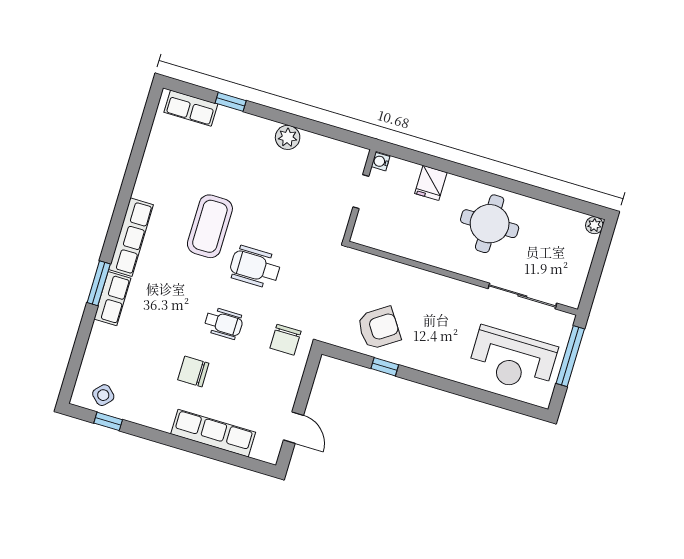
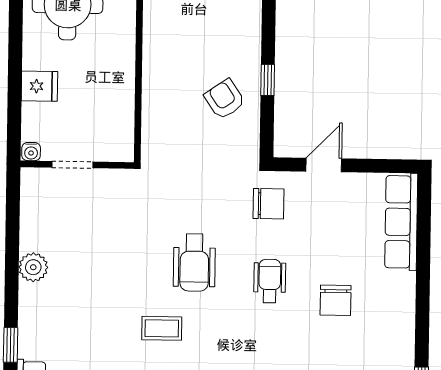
coffee table: (210, 226) -> (162, 328), width x0.54, depth x0.58
armchair: (379, 328) -> (225, 99), width x0.72, depth x0.72
door: (294, 428) -> (324, 165), moved
row of seats: (213, 433) -> (401, 222), moved

